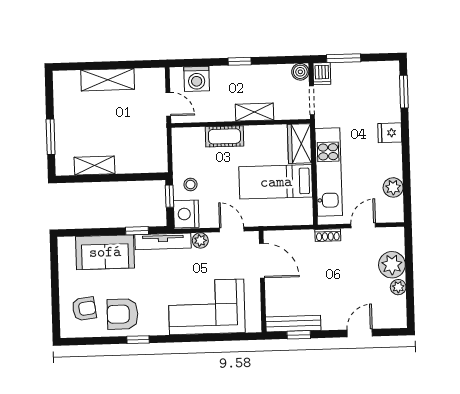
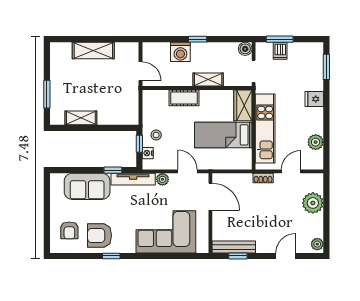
dishwasher: (322, 74) -> (280, 51), moved
washing machine: (197, 79) -> (180, 52), moved
nightstand: (186, 214) -> (148, 153), width x0.53, depth x0.56
plant: (398, 287) -> (317, 244), moved
armchair: (84, 309) -> (69, 230), turned 97

